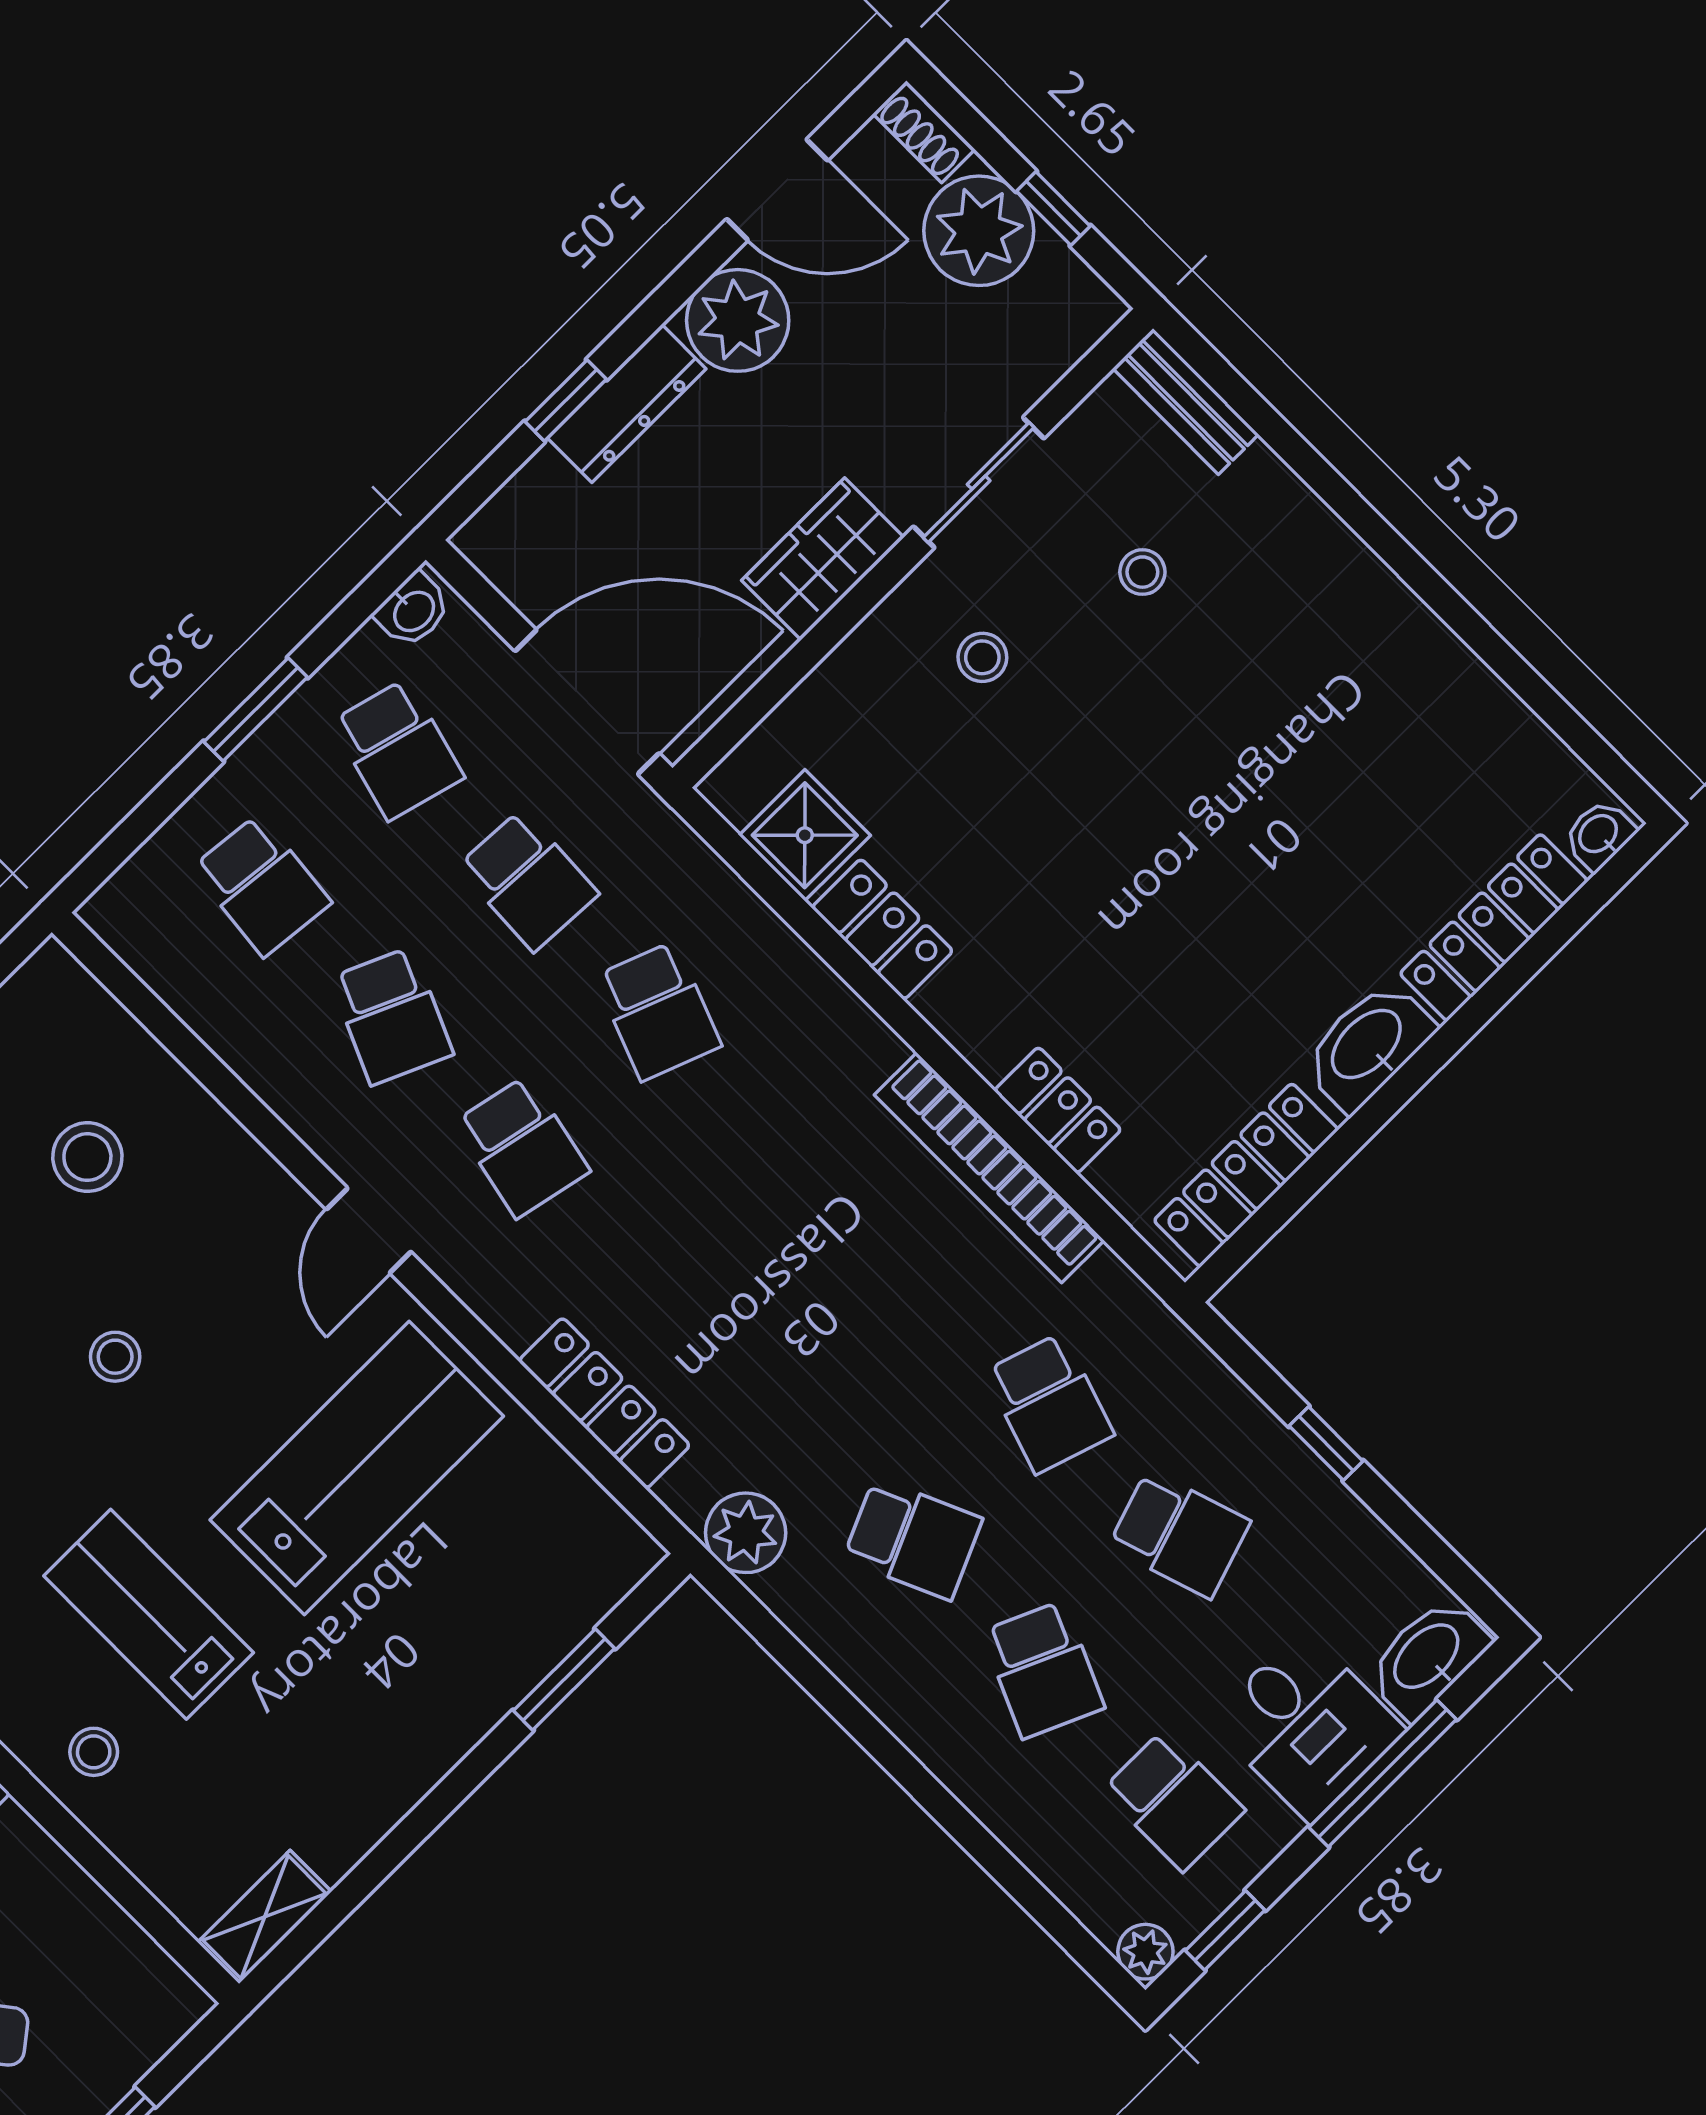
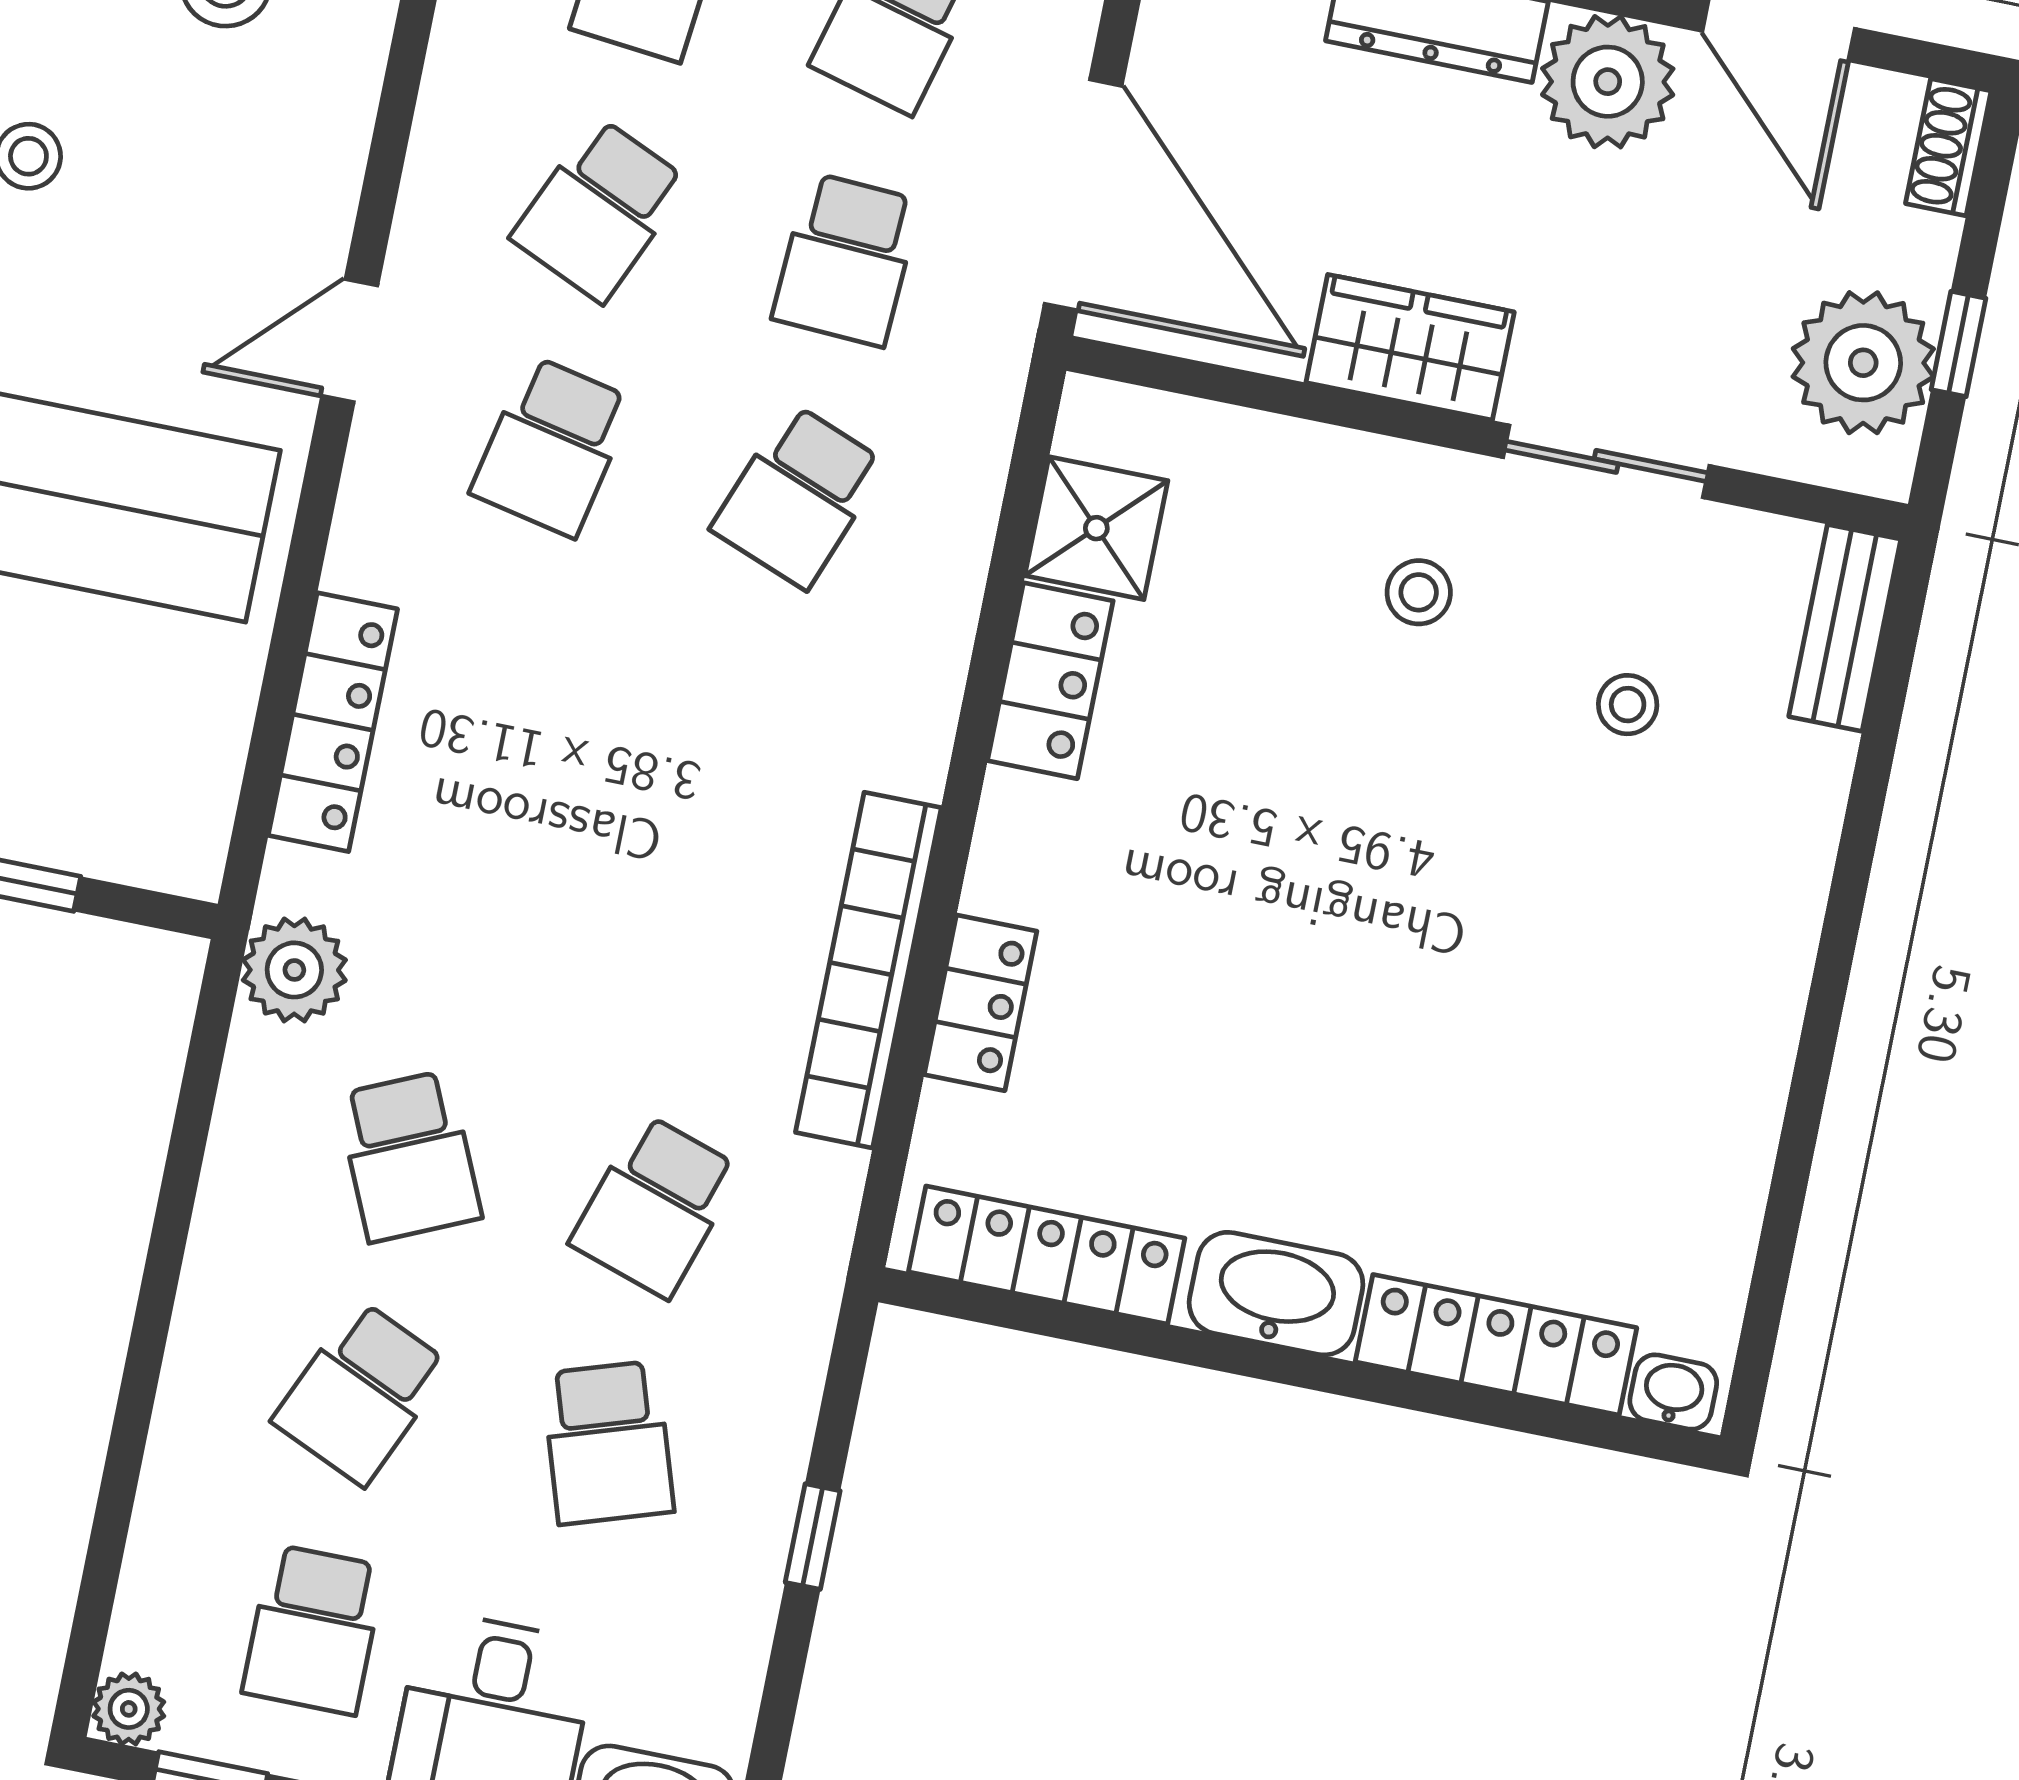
plant: (979, 231) -> (1863, 363), moved

